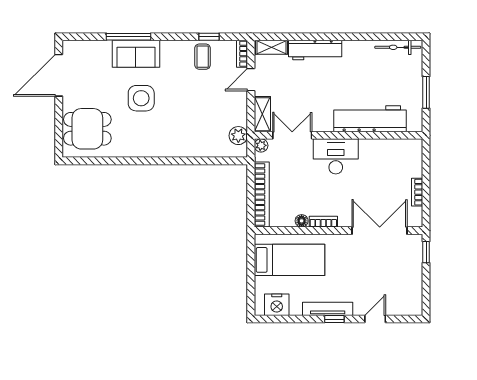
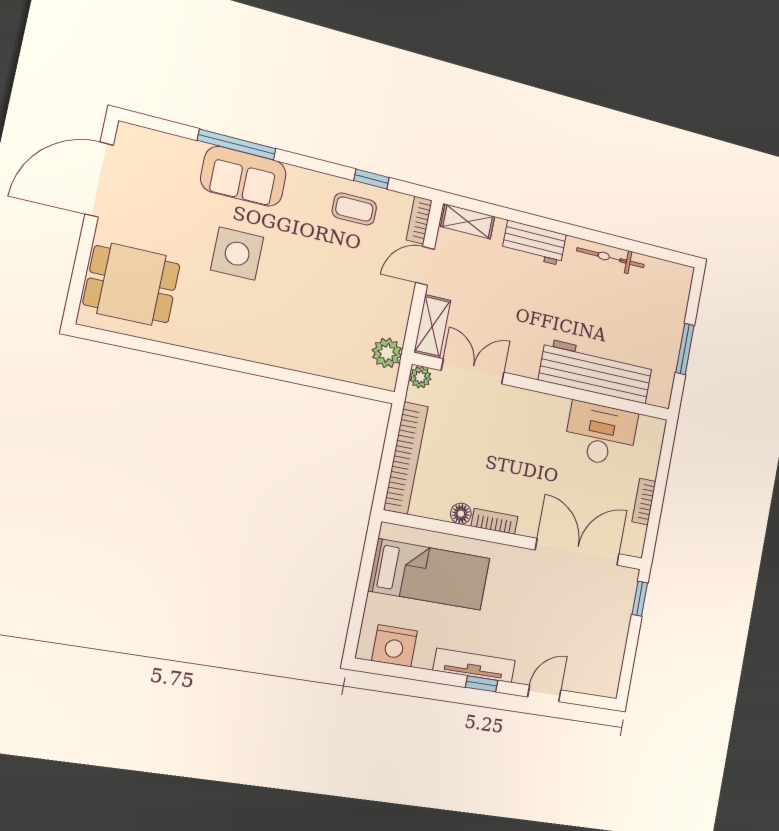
bicycle: (398, 47) -> (611, 258), moved
workbench: (315, 50) -> (534, 243), width x0.73
coffee table: (203, 57) -> (354, 209), turned 90
desk: (336, 156) -> (601, 434), moved

